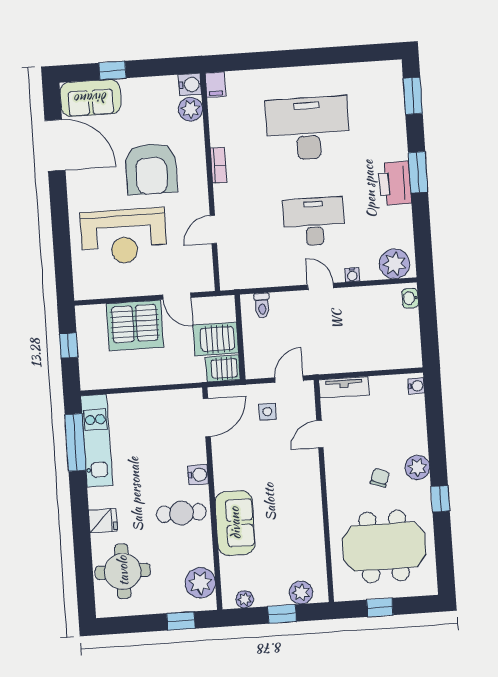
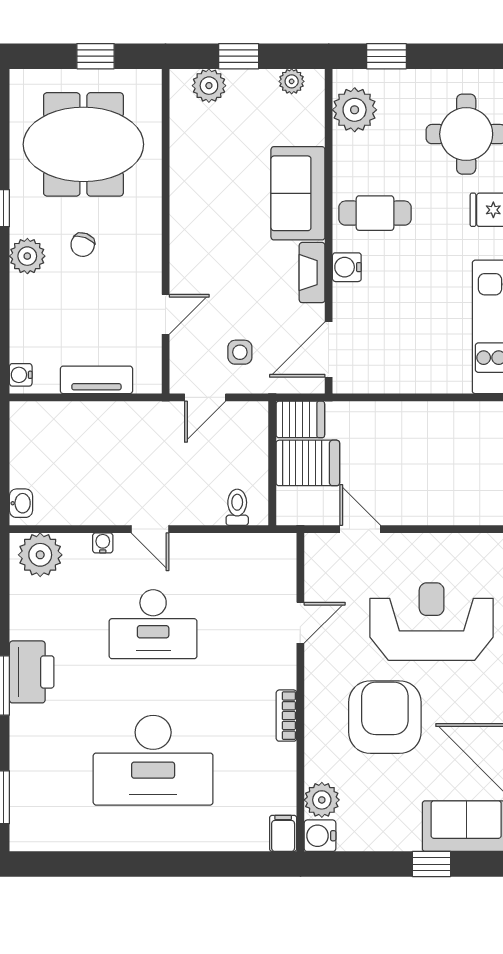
server rack: (135, 325) -> (424, 491), removed
tv unit: (344, 387) -> (96, 380), moved
fireplace: (222, 469) -> (312, 273), added

